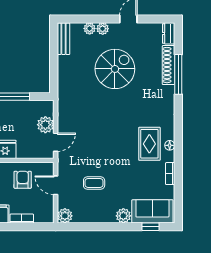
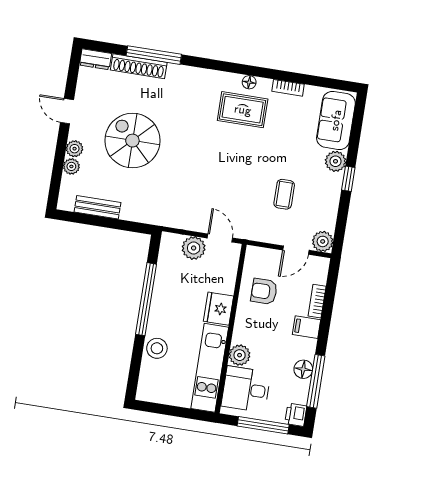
bench: (63, 39) -> (98, 207), moved
door: (56, 185) -> (296, 250), moved
window: (151, 227) -> (348, 179), moved

